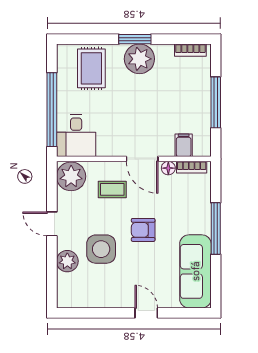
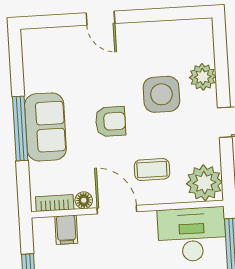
desk: (76, 136) -> (192, 235), width x1.37
sofa: (195, 271) -> (45, 127), moved, width x0.73

